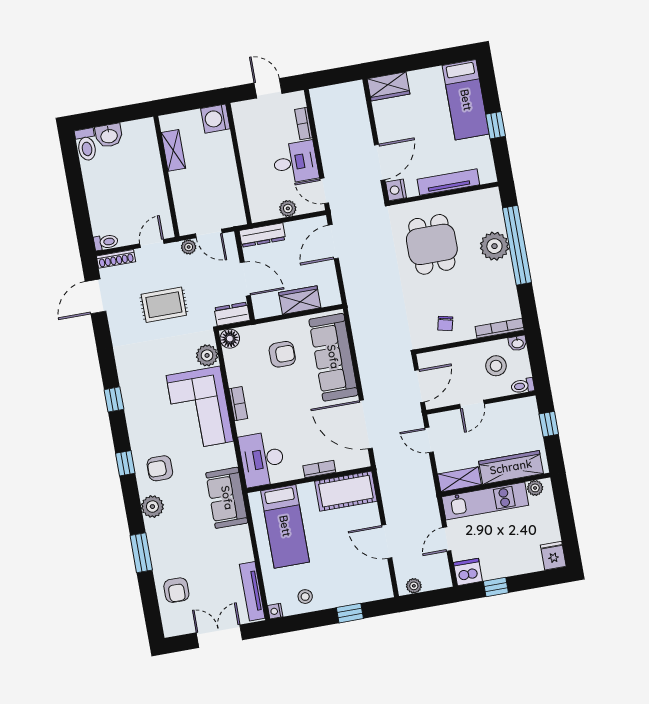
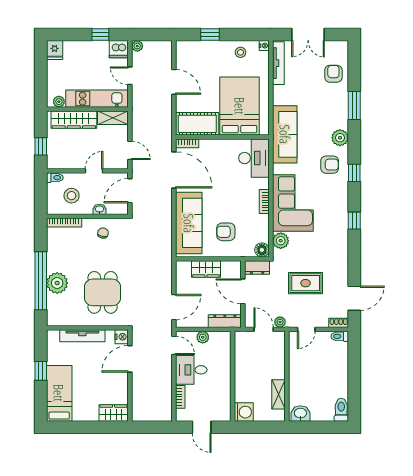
washbasin: (109, 136) -> (300, 413), moved
shoe rack: (116, 259) -> (339, 323), width x0.70
washbasin: (518, 343) -> (100, 209), moved
bookcase: (319, 469) -> (187, 143), moved
sofa: (227, 498) -> (285, 134), width x1.36
bed: (285, 526) -> (240, 106), width x1.50
door: (447, 539) -> (130, 76), swing flipped
plant: (414, 586) -> (137, 46), moved

